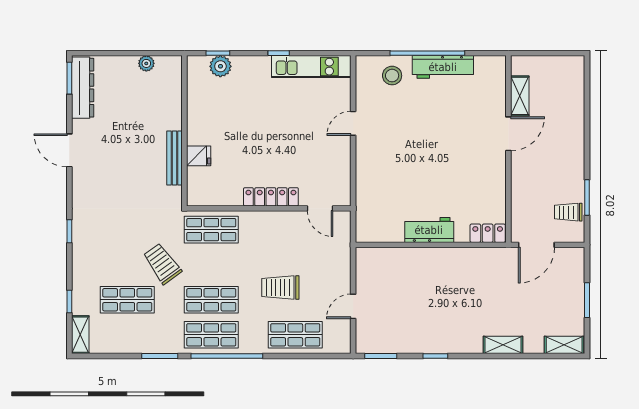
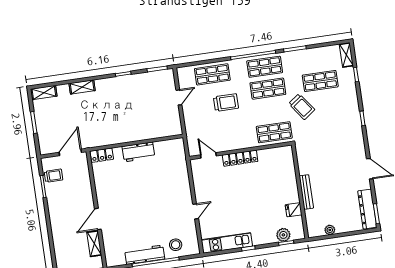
fridge: (199, 156) -> (294, 210), moved
bench: (175, 158) -> (306, 192), moved

